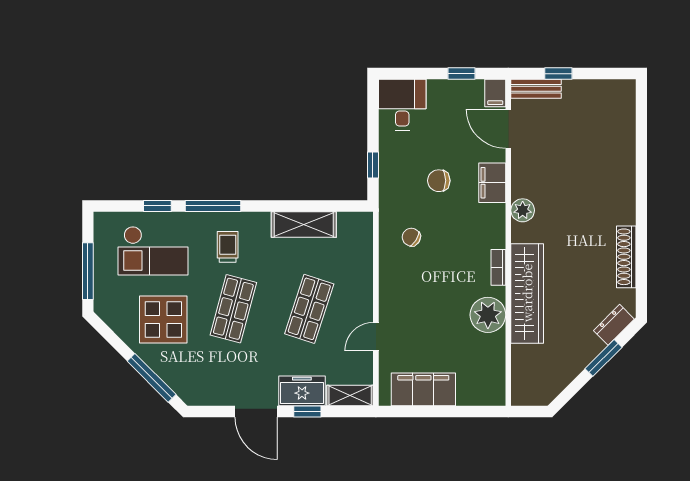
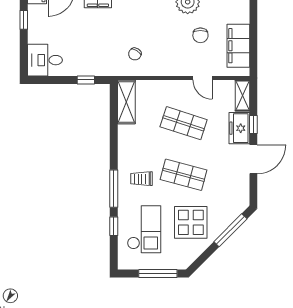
chair: (439, 181) -> (200, 35), moved
shelving: (304, 225) -> (126, 102), moved

